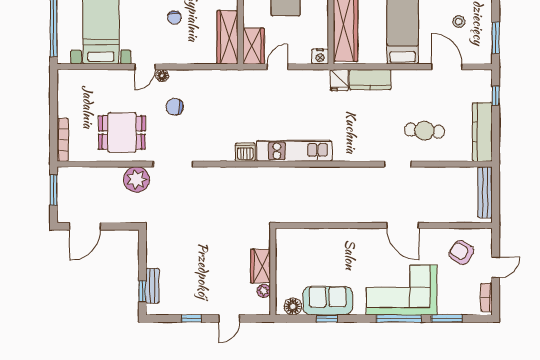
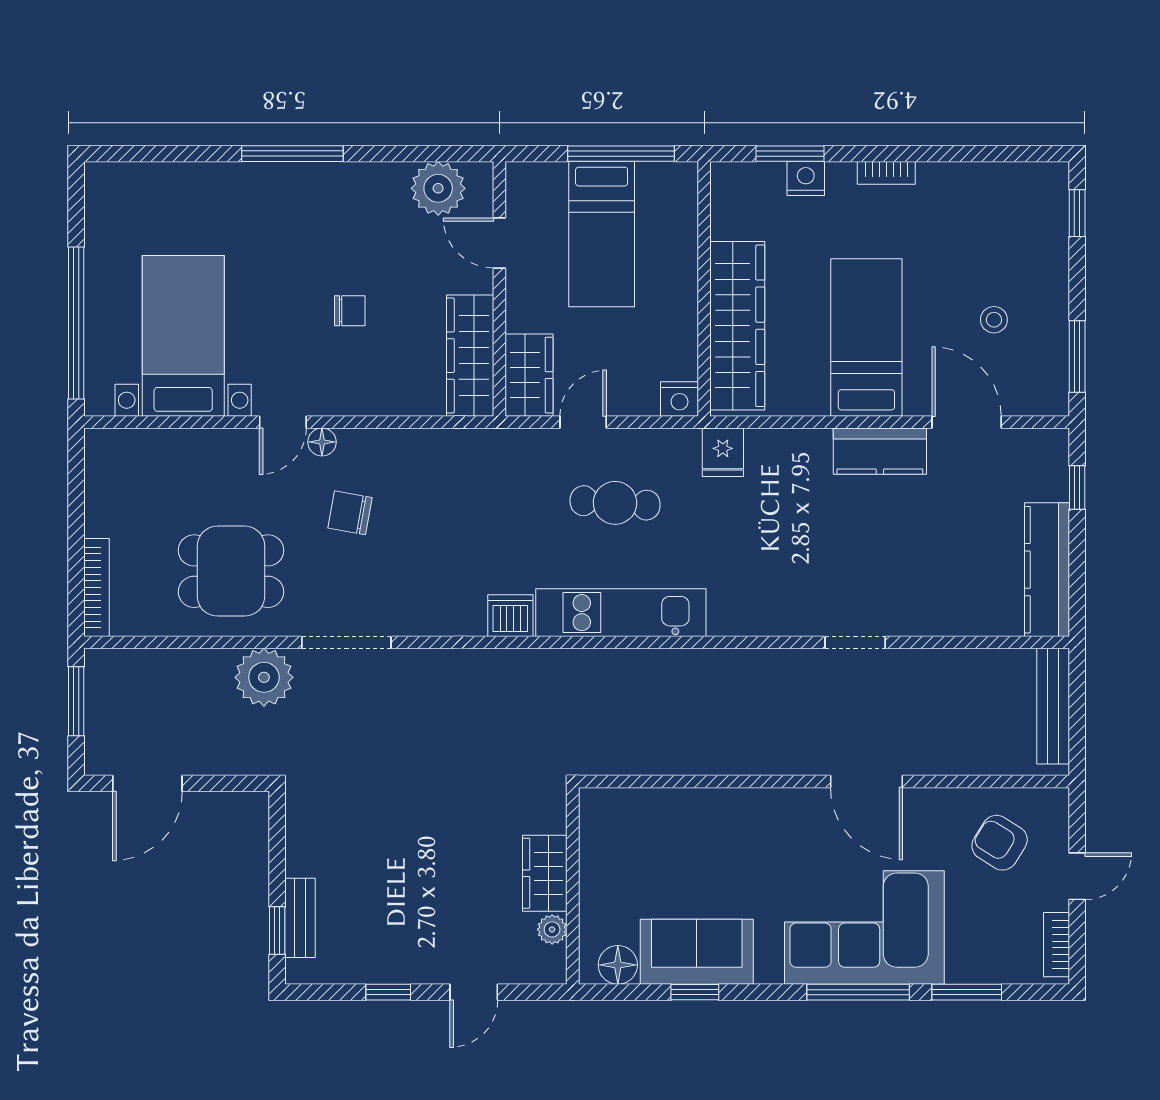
chair: (174, 18) -> (350, 311), turned -90
kitchen counter: (370, 80) -> (880, 451), moved
cafe table: (425, 131) -> (615, 503), moved

